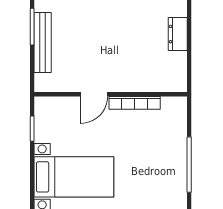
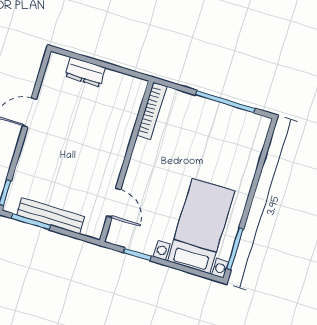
door: (94, 94) -> (114, 203), moved
bookcase: (135, 103) -> (152, 111), moved

